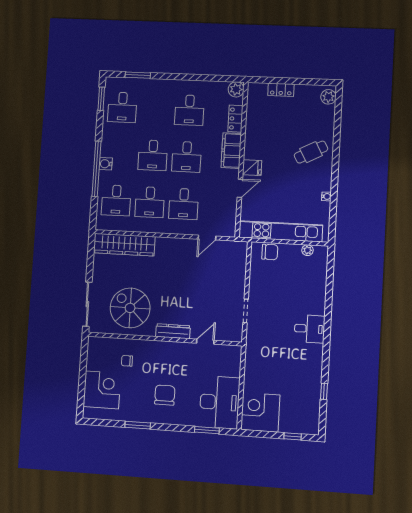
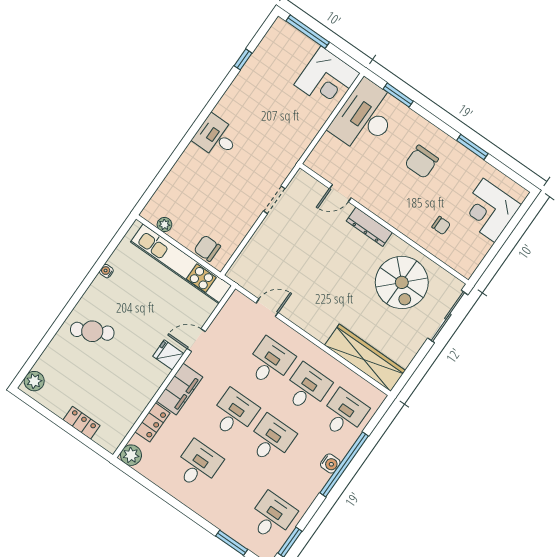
window: (293, 436) -> (308, 32), width x2.17

